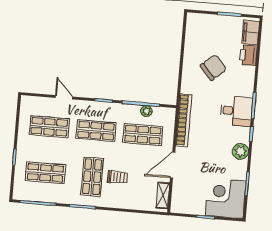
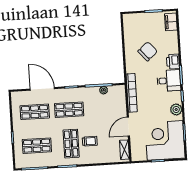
printer: (248, 55) -> (173, 62), moved
door: (64, 97) -> (42, 89), width x1.88
shop shelf: (143, 135) -> (103, 108), removed
corner desk: (226, 198) -> (165, 140), width x1.36, depth x1.36

